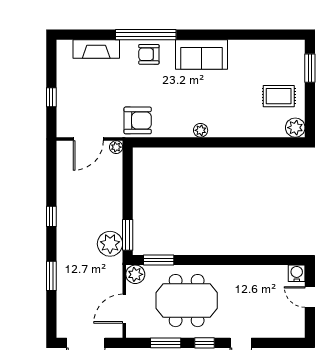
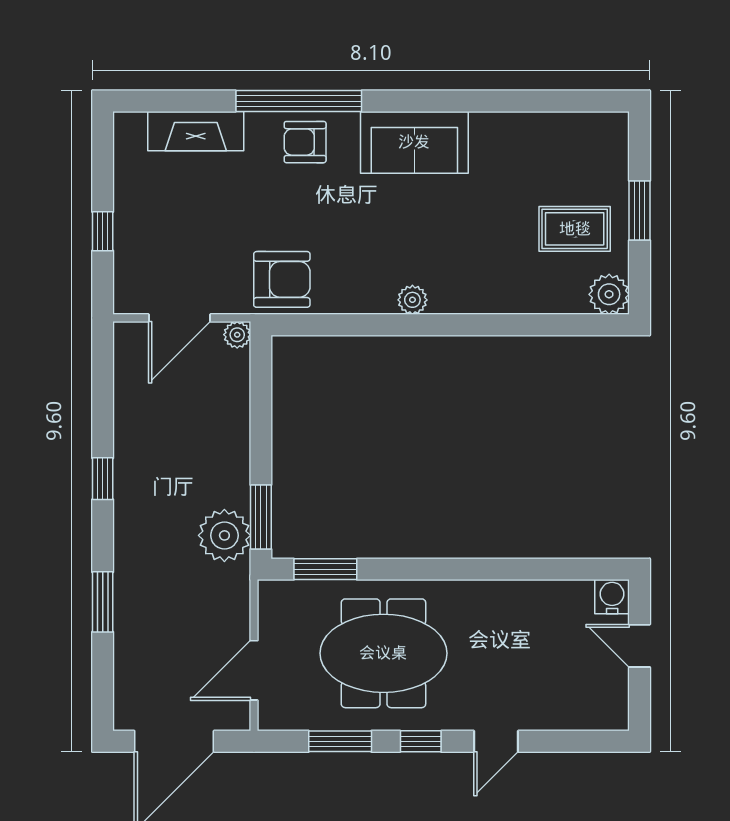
window: (310, 68) -> (640, 211), moved
plant: (135, 274) -> (277, 599), removed

